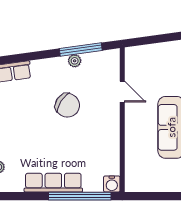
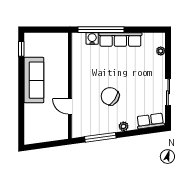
plant: (75, 61) -> (124, 126), moved
water cooler: (112, 184) -> (92, 38), moved

